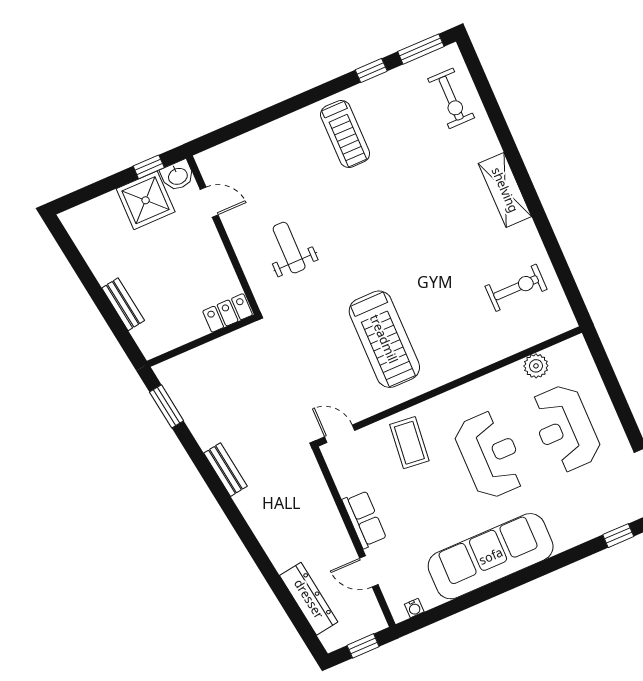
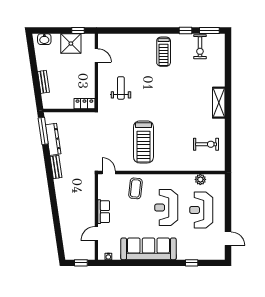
exercise bike: (451, 98) -> (200, 47), moved
washbasin: (178, 176) -> (44, 39), moved
window: (167, 406) -> (43, 131), width x1.44
reception desk: (490, 455) -> (166, 208), turned 180
window: (618, 536) -> (192, 263), moved
door: (369, 571) -> (96, 234), hinge flipped
dresser: (309, 599) -> (53, 139), moved

